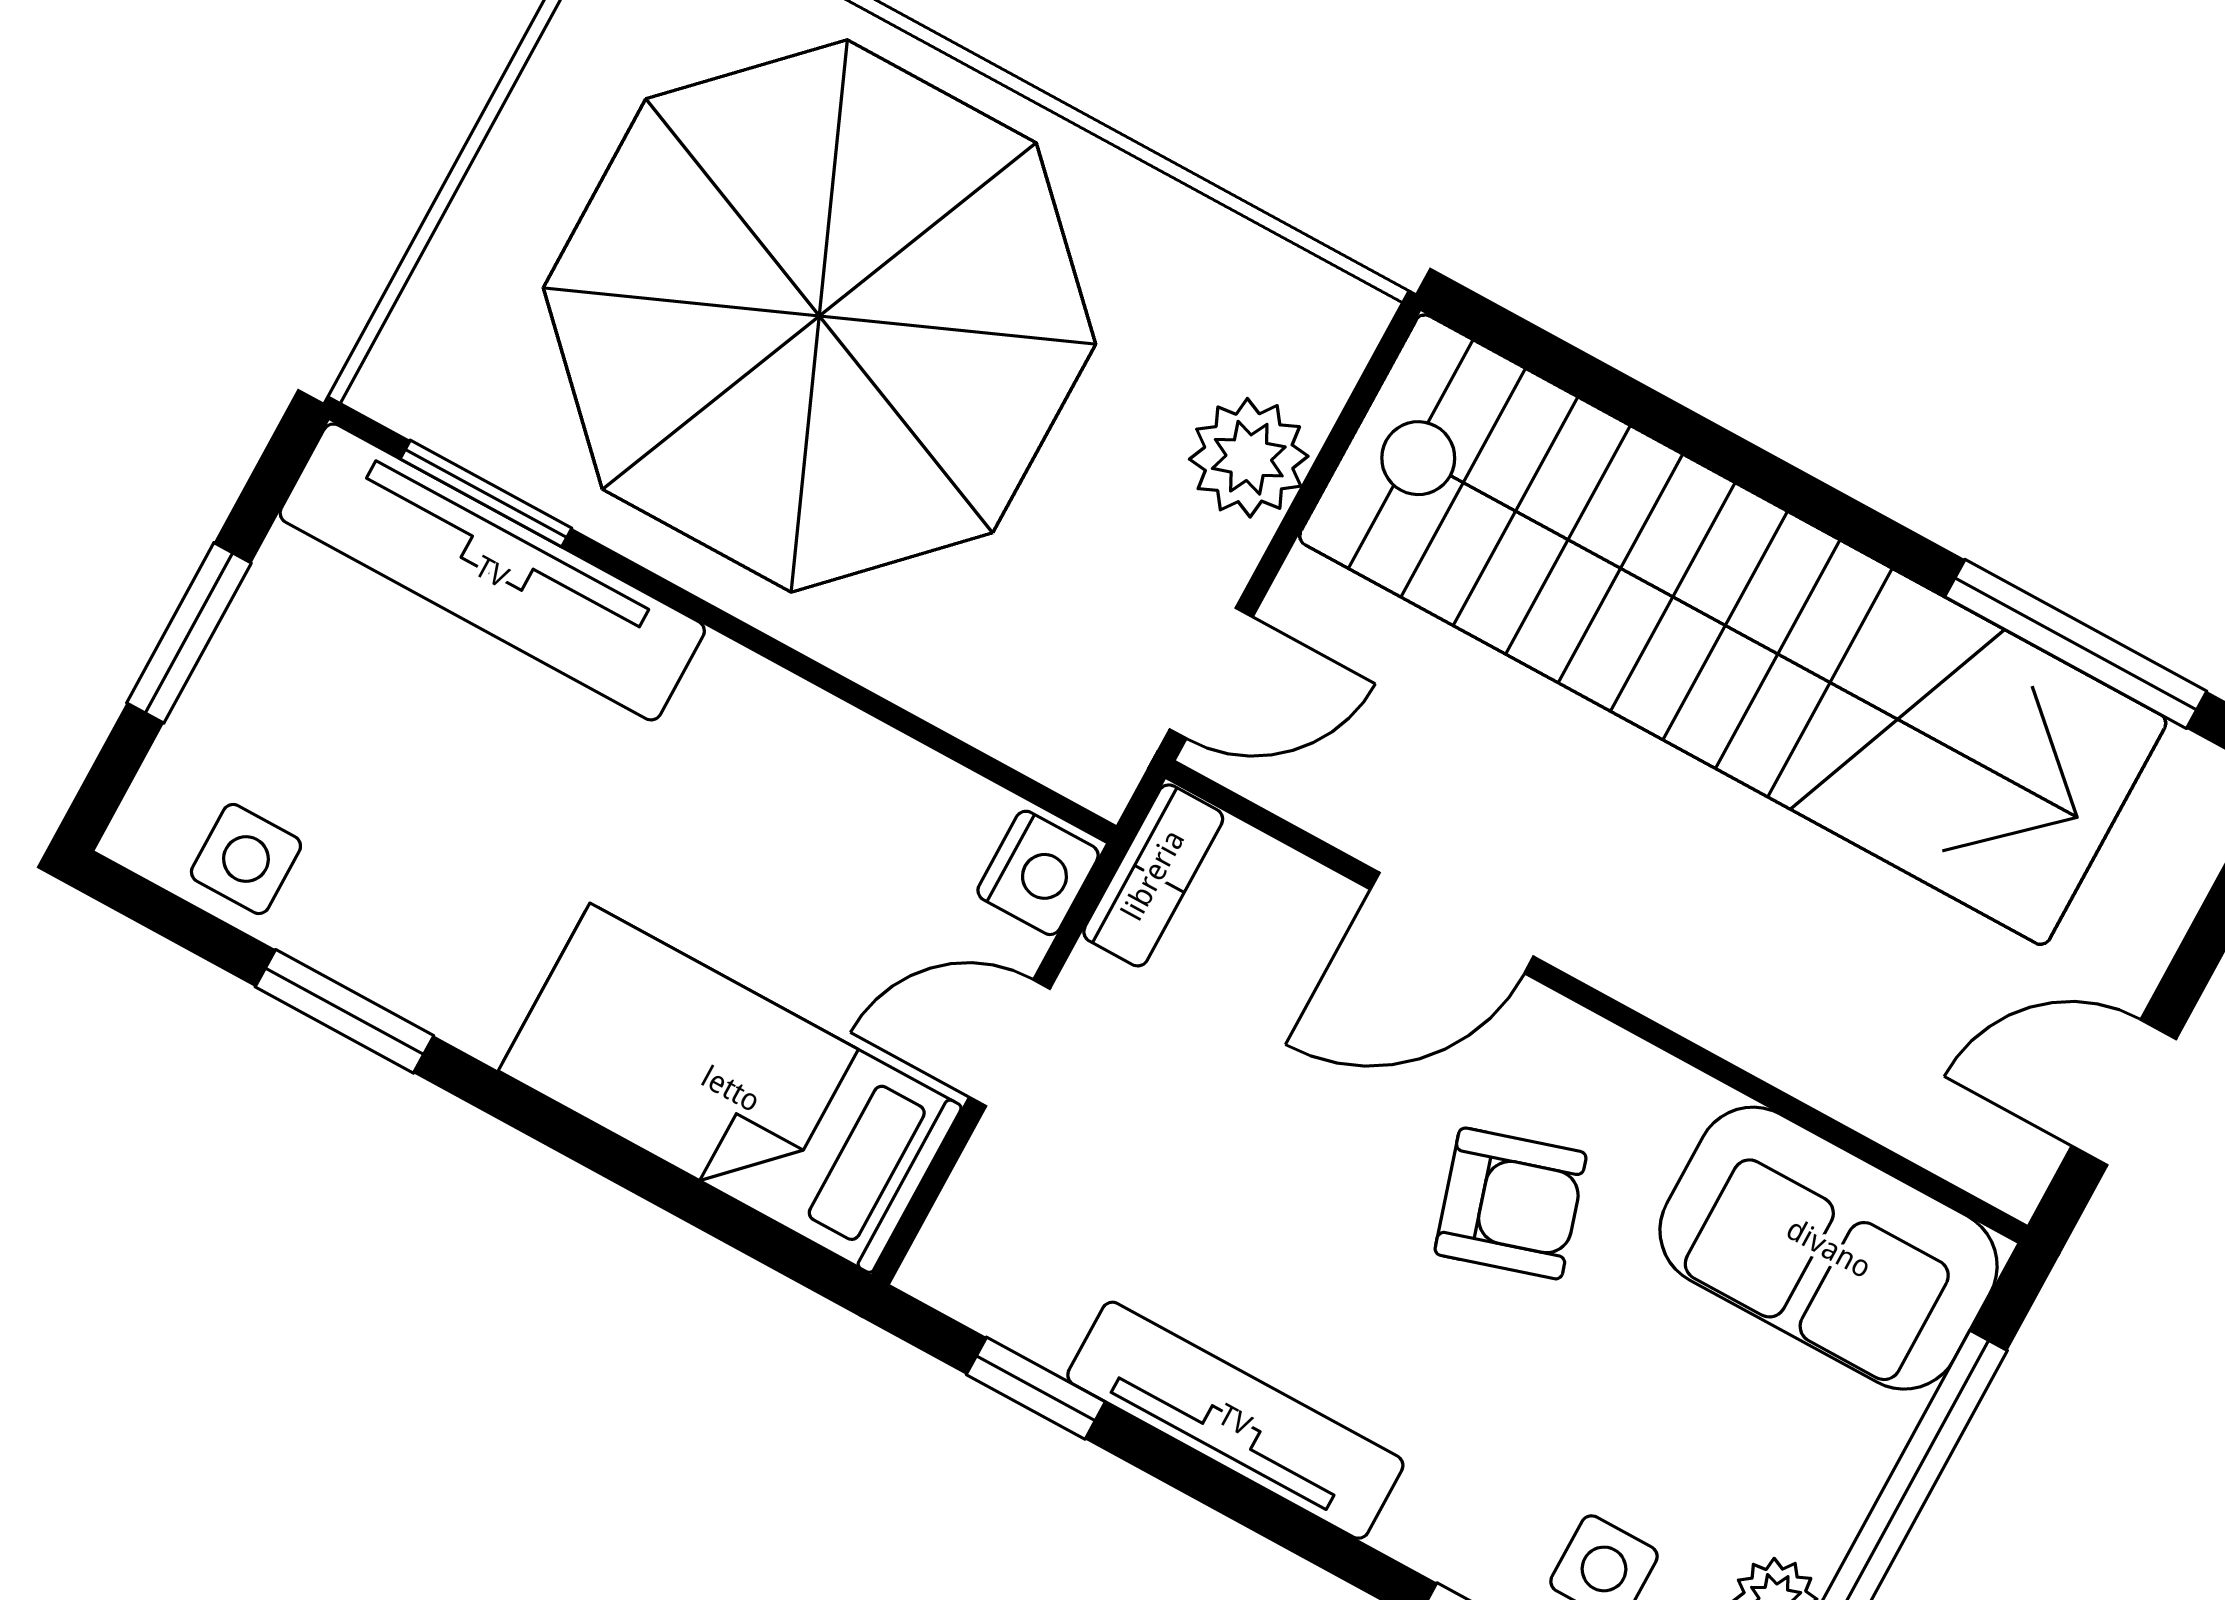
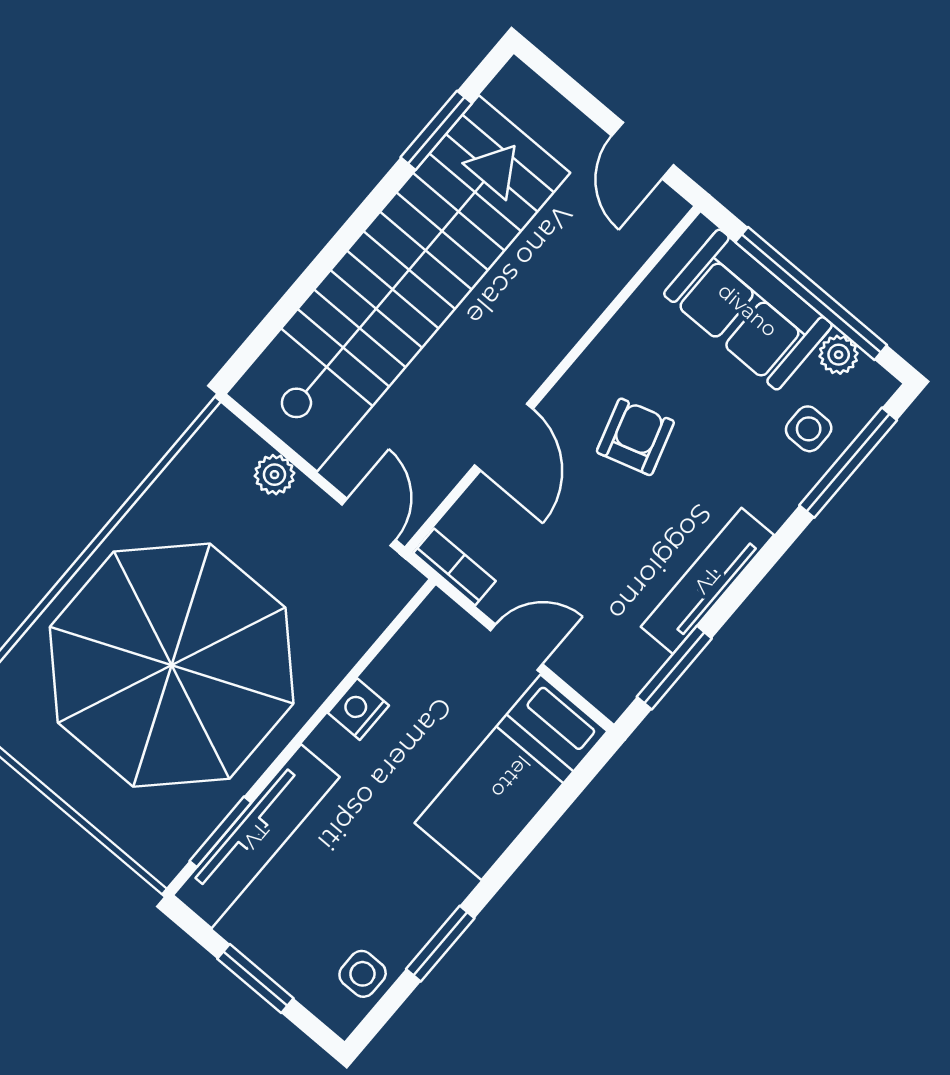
plant: (1249, 458) -> (275, 475), width x0.73, depth x0.73
window: (2076, 644) -> (436, 130), width x0.69
nightstand: (1038, 873) -> (358, 709), moved, turned -90
door: (1010, 1043) -> (516, 647), swing flipped
sofa: (1829, 1248) -> (748, 310), moved, turned 90
window: (1036, 1388) -> (674, 668), width x1.50

